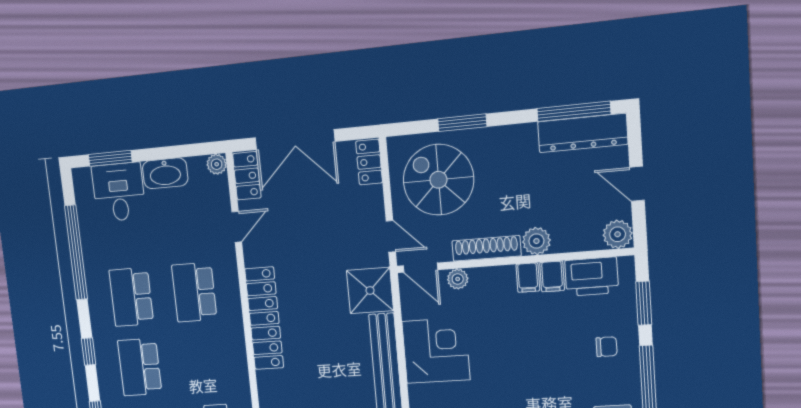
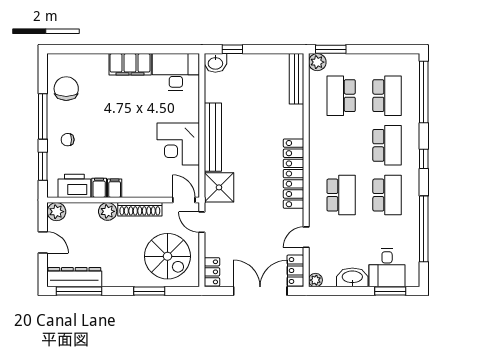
plant: (458, 279) -> (160, 191), removed

